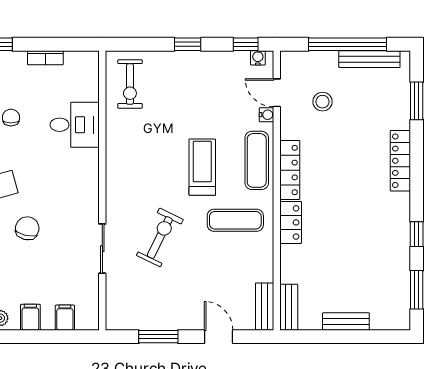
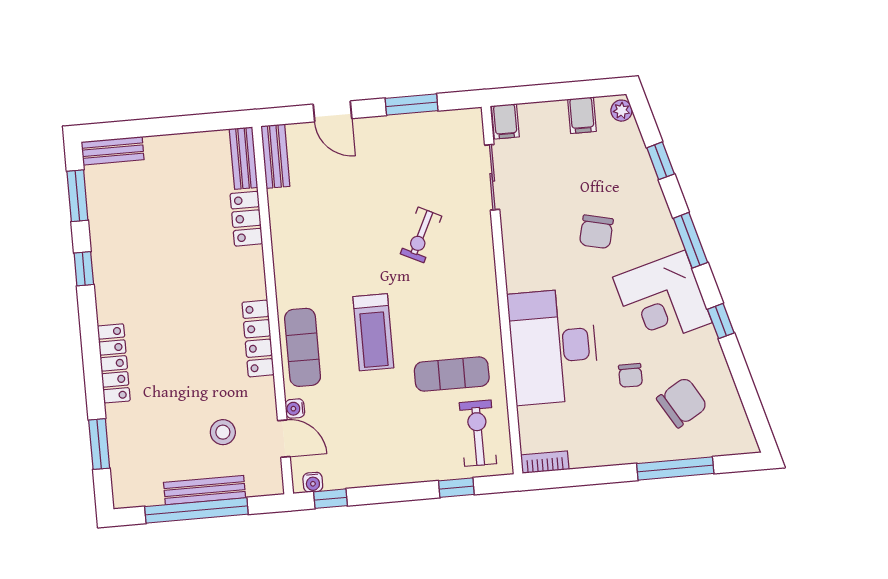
window: (188, 44) -> (456, 488), moved
bookcase: (45, 58) -> (545, 462), moved
bench: (369, 59) -> (205, 490), moved
desk: (75, 125) -> (553, 346), width x1.87, depth x1.30
exercise mat: (235, 220) -> (452, 374), moved
locker: (291, 222) -> (246, 219), moved
exercise bike: (160, 237) -> (421, 235), width x0.73, depth x0.72
sliding door: (102, 249) -> (492, 177), moved
filing cabinet: (65, 318) -> (505, 121), moved
bench: (346, 321) -> (113, 151), moved

